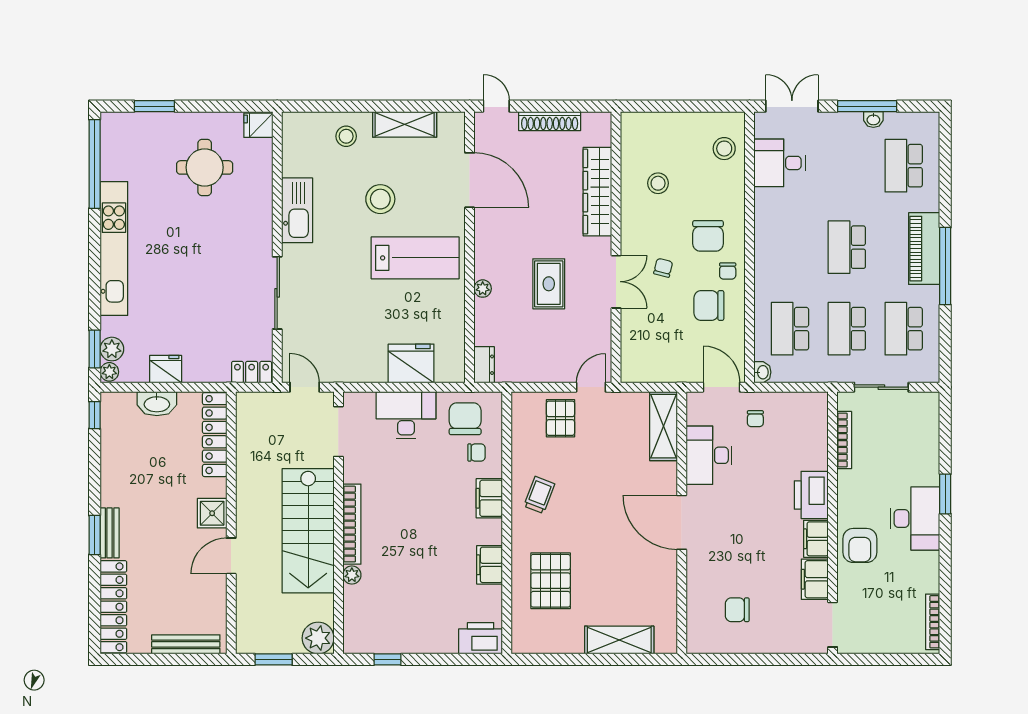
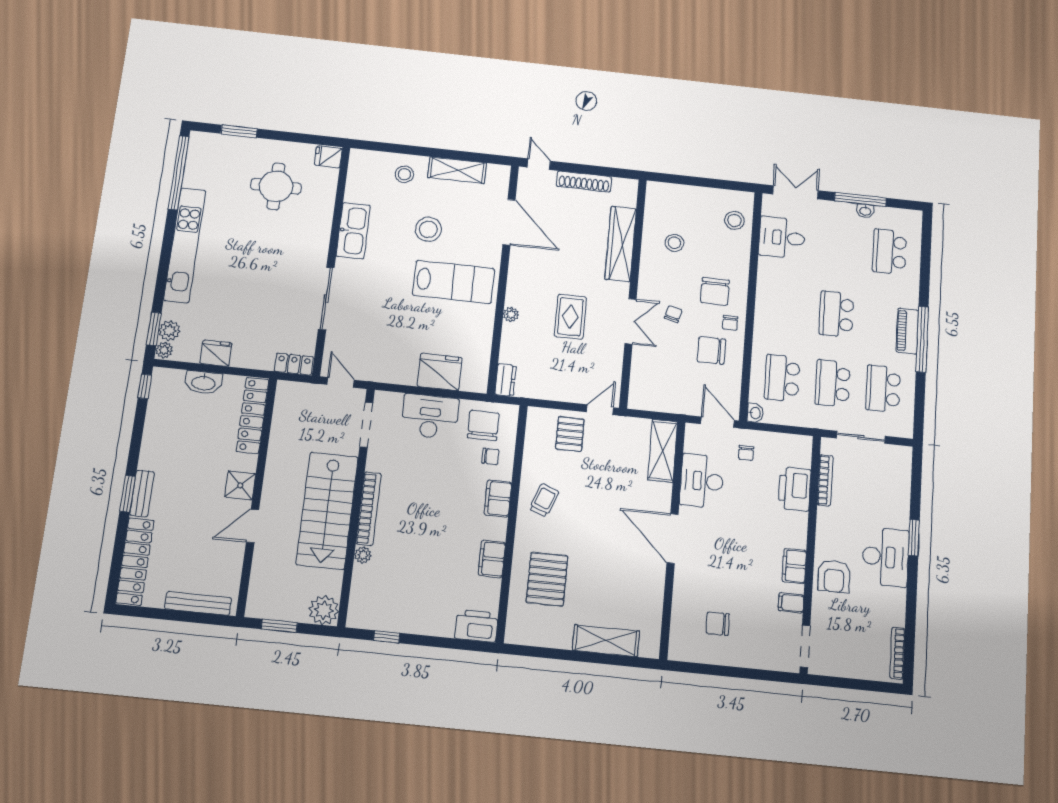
piano: (924, 249) -> (907, 331), width x0.73, depth x0.75
printer: (811, 495) -> (795, 489), moved
filing cabinet: (815, 579) -> (791, 603), width x0.50

